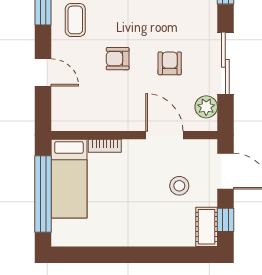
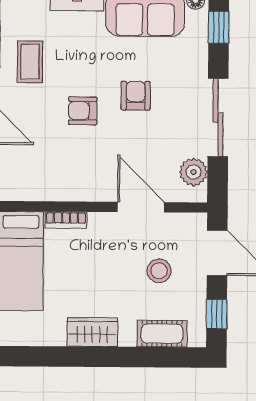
armchair: (170, 63) -> (136, 96), moved
cot: (207, 227) -> (162, 334), moved, turned 90
wardrobe: (126, 235) -> (92, 332), added

